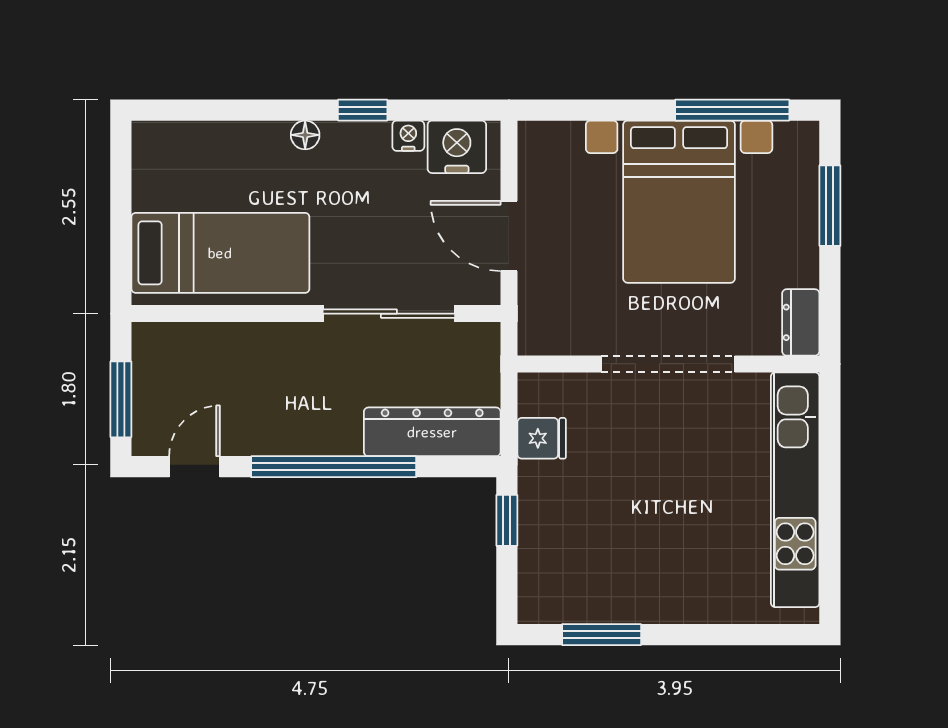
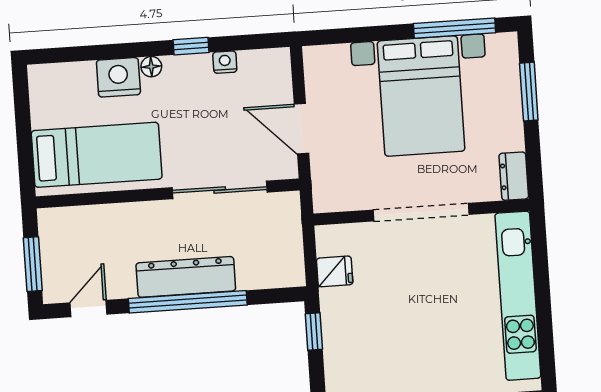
nightstand: (457, 147) -> (118, 77), moved
dresser: (432, 432) -> (186, 277), moved

